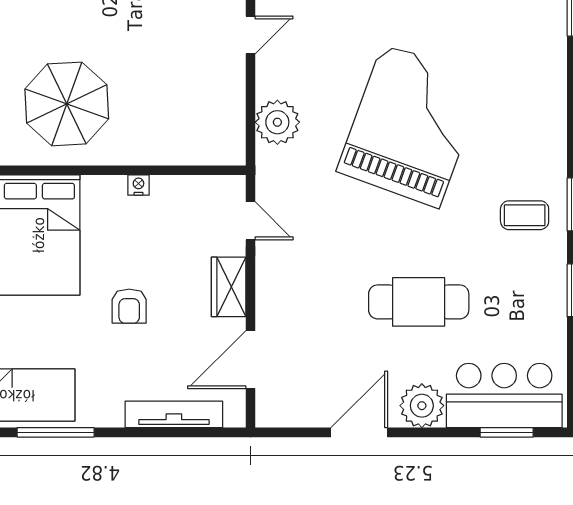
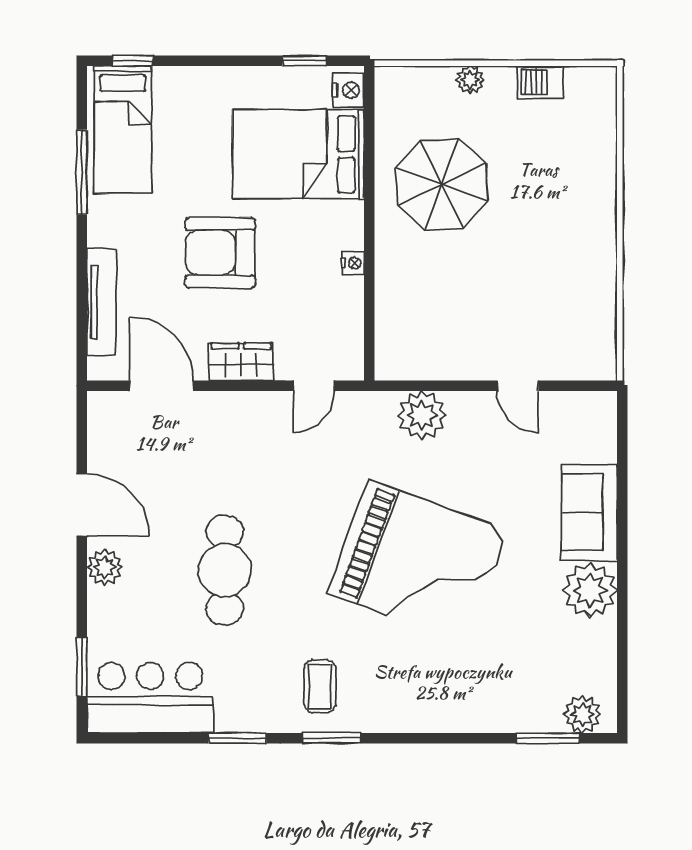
armchair: (129, 306) -> (220, 253), width x1.88, depth x1.88
bar counter: (504, 396) -> (150, 698), moved, turned -90
plant: (422, 406) -> (105, 567), width x0.73, depth x0.73

